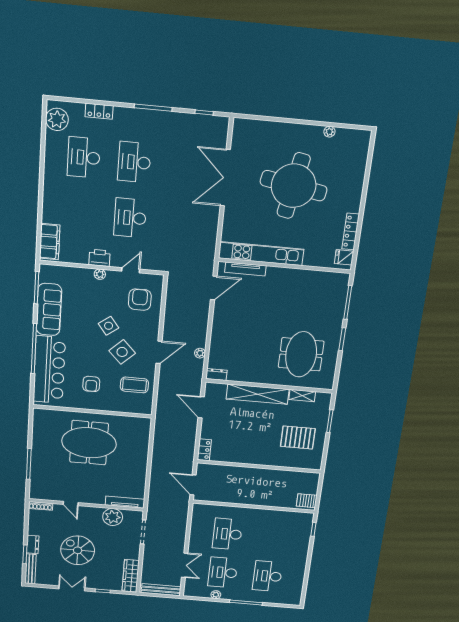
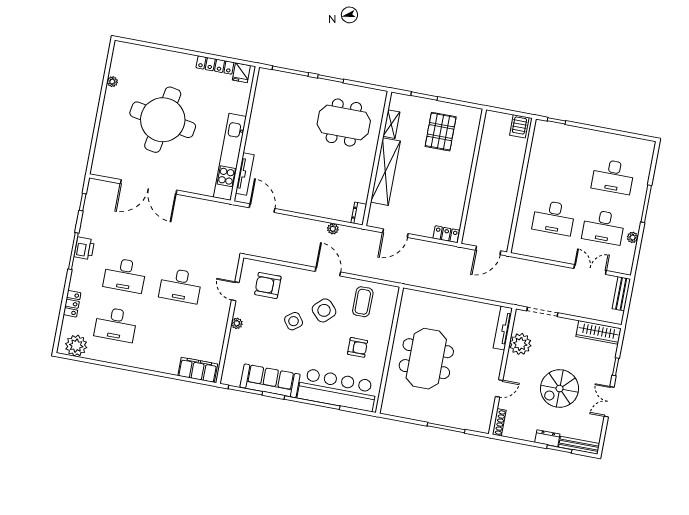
printer: (100, 258) -> (84, 248), moved, turned 180
bench: (161, 590) -> (621, 294), width x0.73

